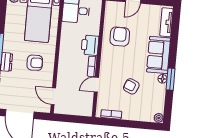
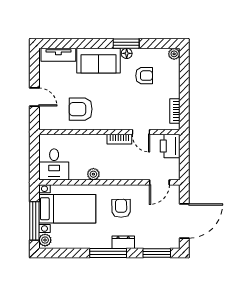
plant: (65, 42) -> (93, 174), added
printer: (90, 45) -> (170, 146), moved, turned 90
armchair: (131, 86) -> (144, 76), moved, turned -113

